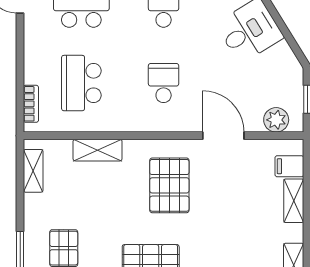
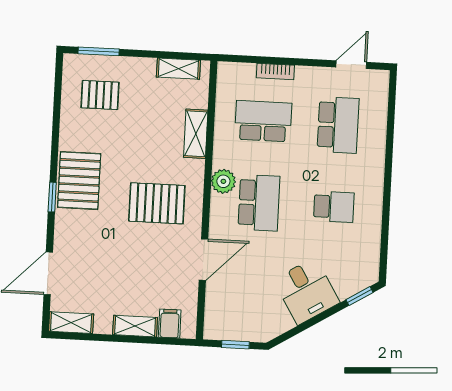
school desk: (164, 83) -> (259, 203), width x1.85
bookcase: (31, 104) -> (275, 72), moved
plant: (276, 120) -> (223, 181), moved

